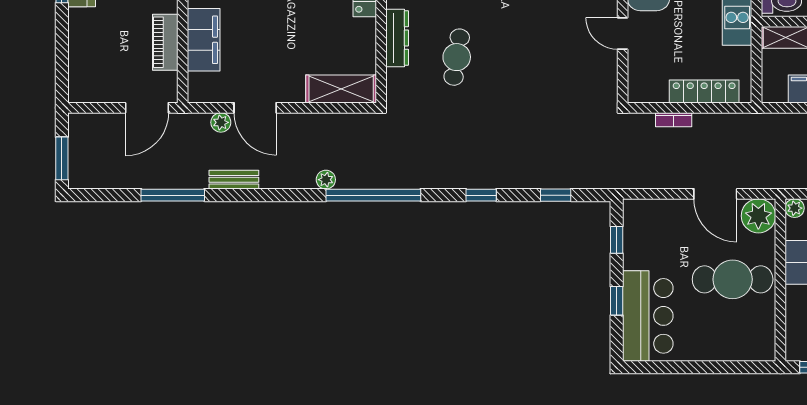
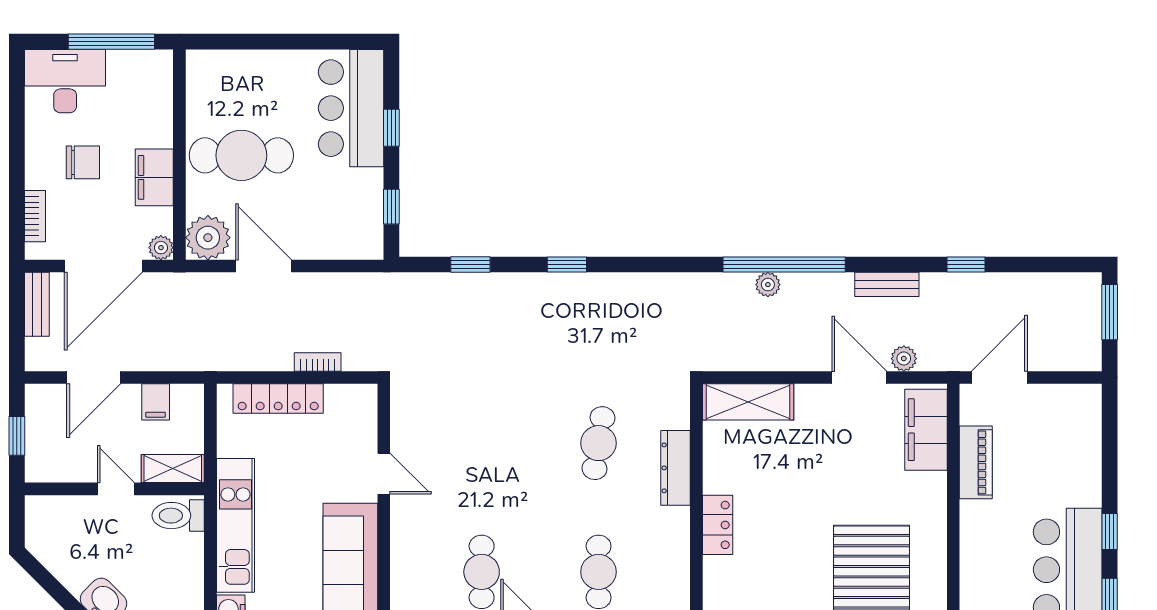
filing cabinet: (204, 40) -> (926, 430), moved
window: (173, 195) -> (966, 264), width x0.46
window: (373, 195) -> (784, 264), moved

